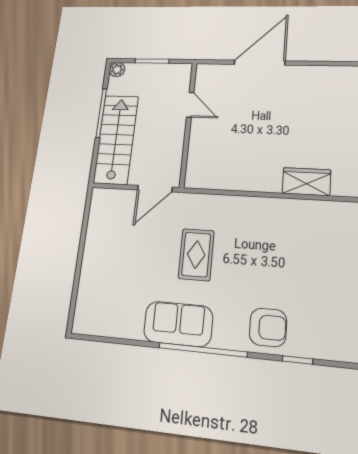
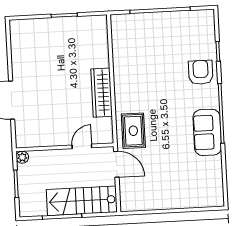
plant: (117, 70) -> (22, 157), moved
door: (190, 105) -> (82, 146), moved
wardrobe: (306, 182) -> (102, 93), moved, width x1.50
rug: (196, 255) -> (133, 131), moved, turned 90

